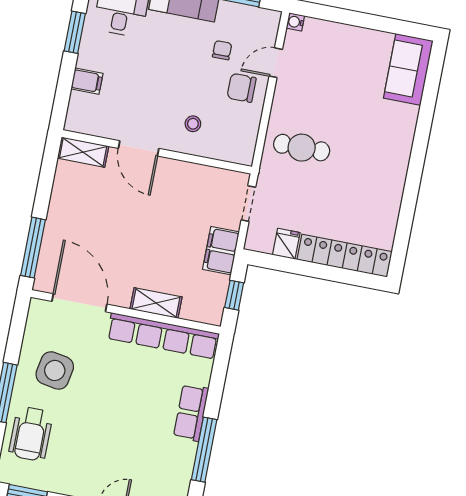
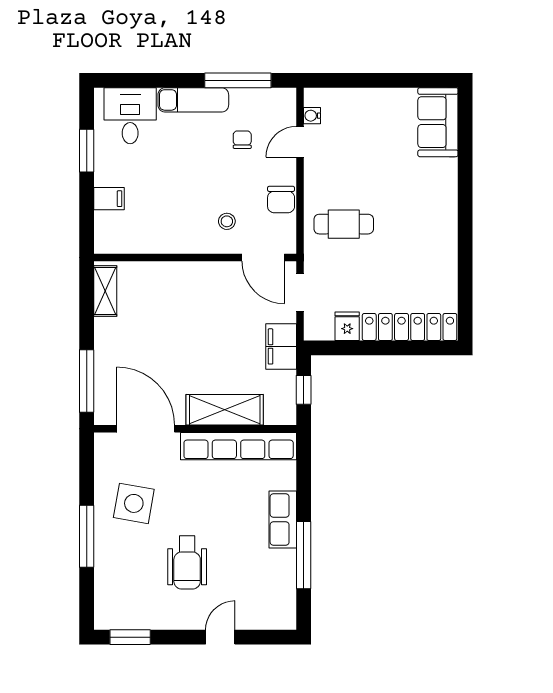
water cooler: (295, 22) -> (312, 116), moved
chair: (242, 88) -> (281, 200), moved, turned -90
door: (139, 148) -> (263, 258), moved
shelving: (83, 152) -> (105, 291), moved, turned 90
shelving: (156, 303) -> (225, 410), width x1.50, depth x1.33
wheelchair: (31, 434) -> (187, 562), moved

